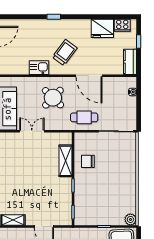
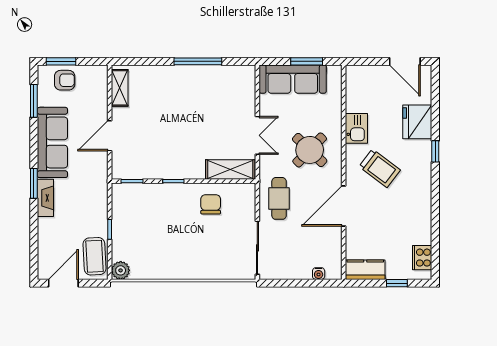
fridge: (102, 28) -> (417, 122), moved
double door: (32, 131) -> (257, 135), moved
shelving: (65, 161) -> (230, 169), moved

